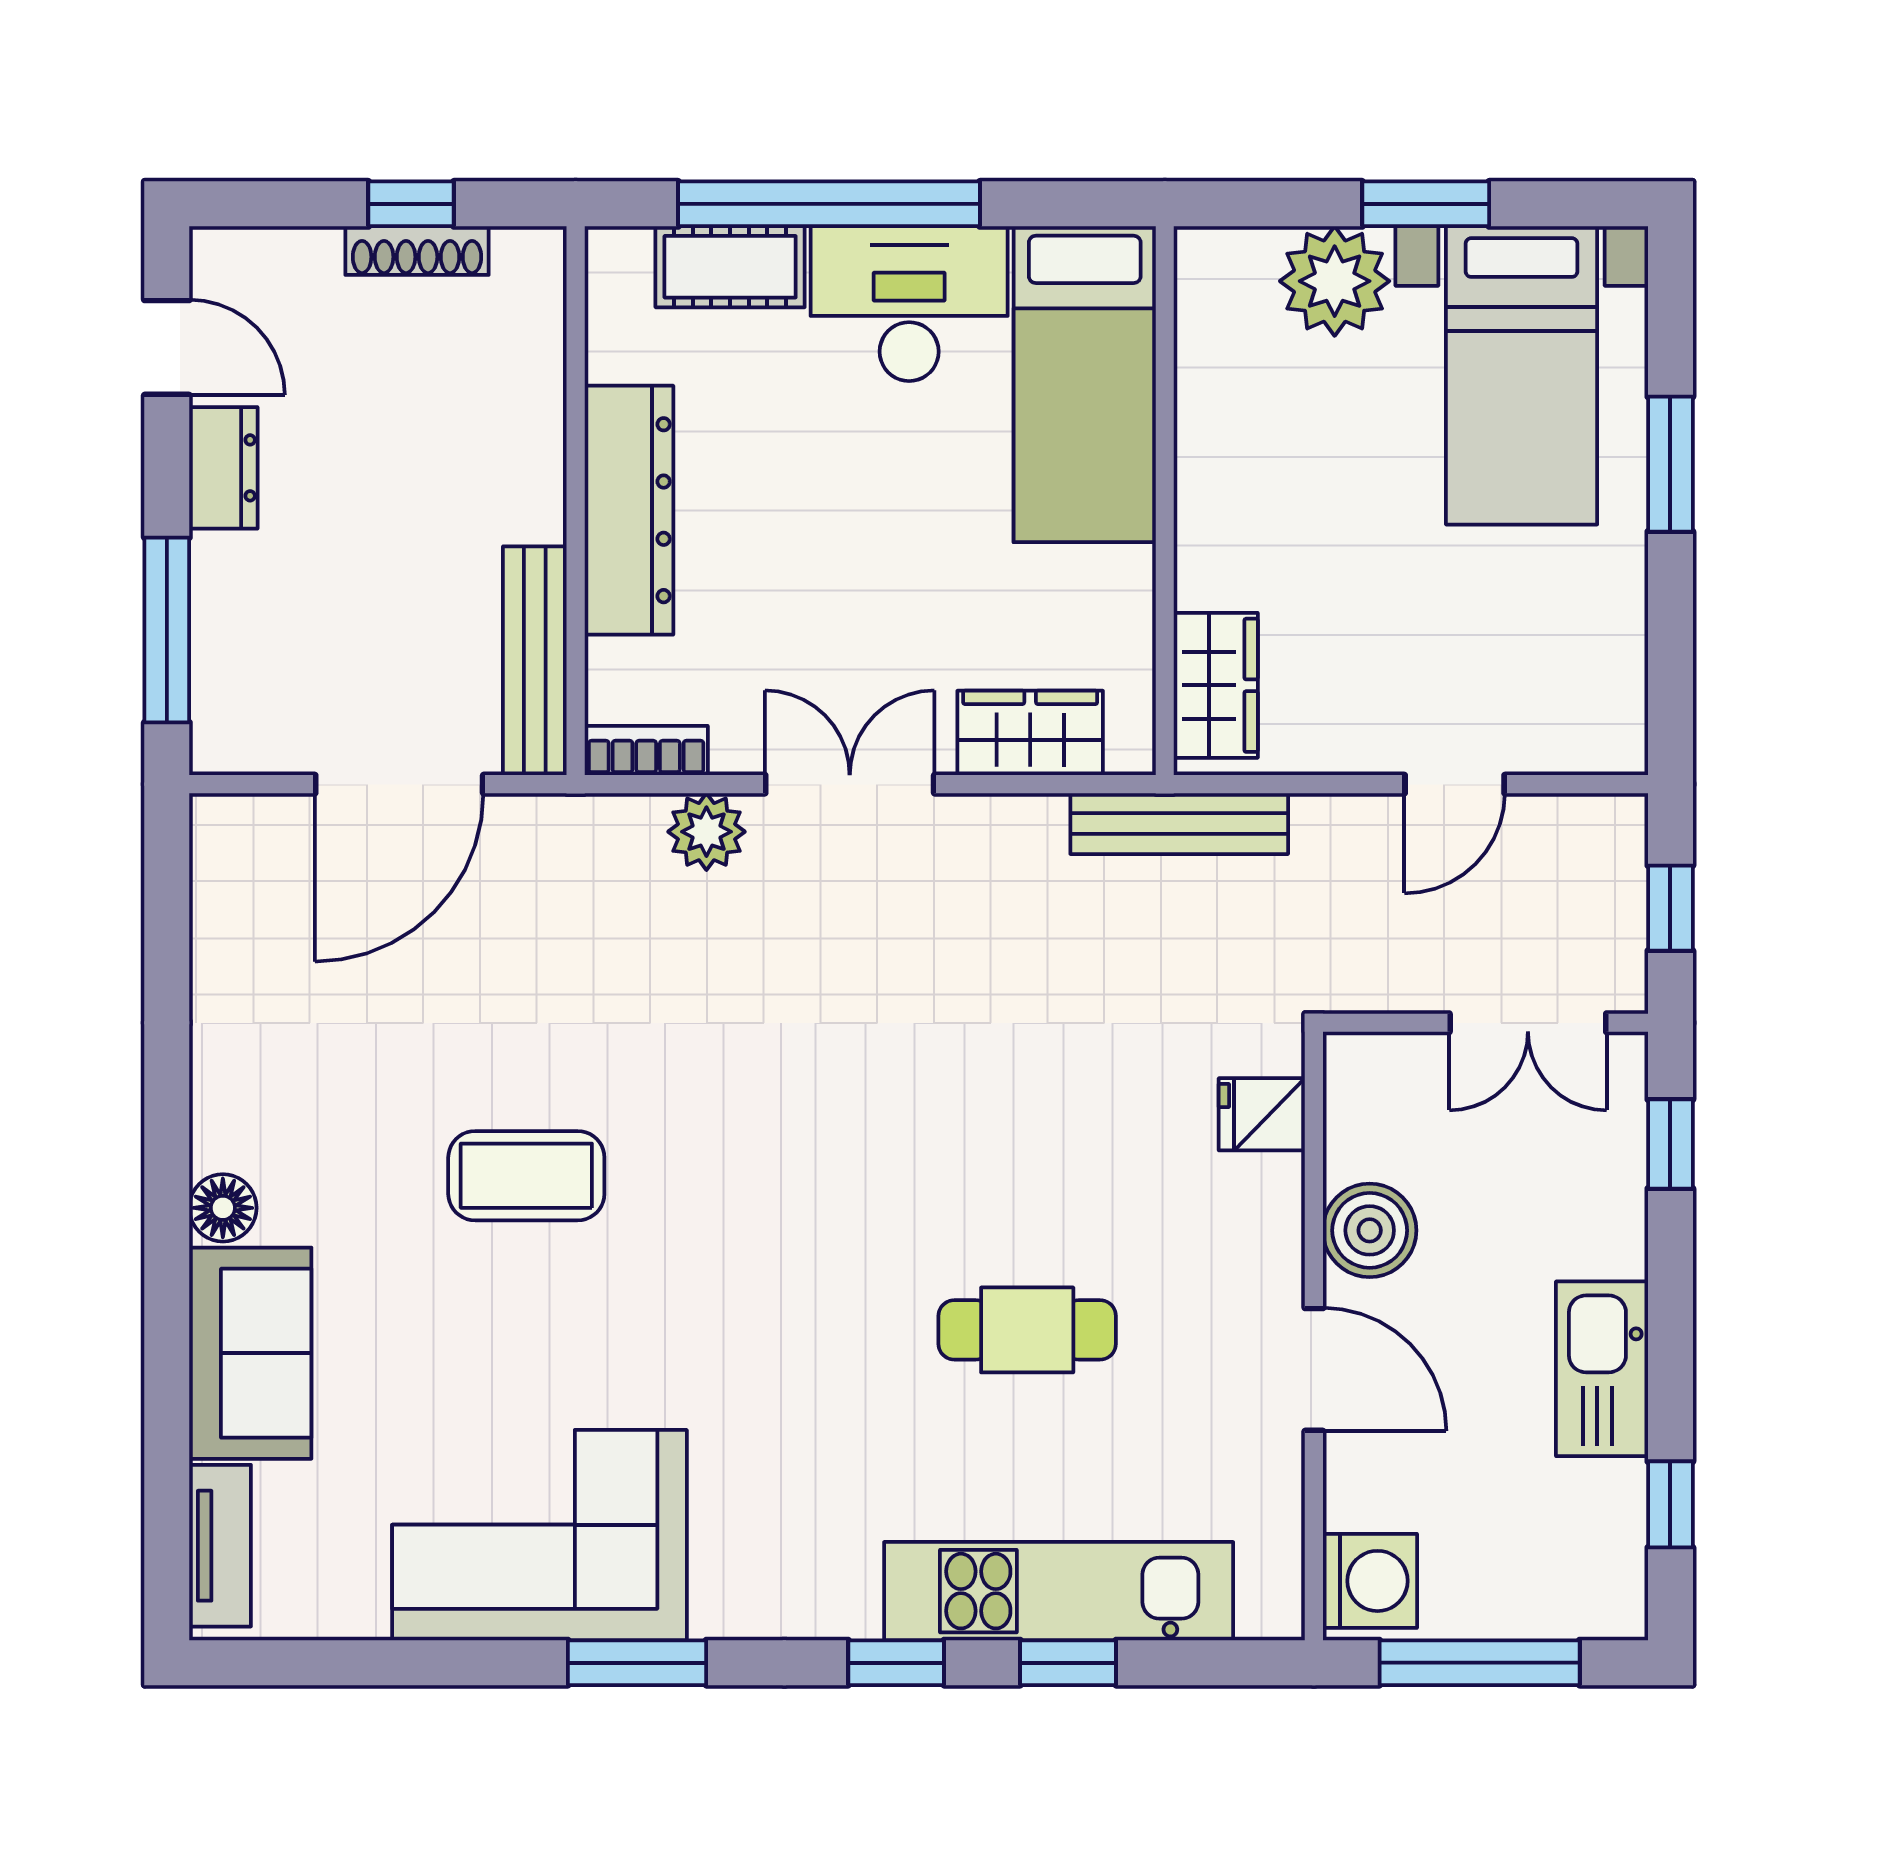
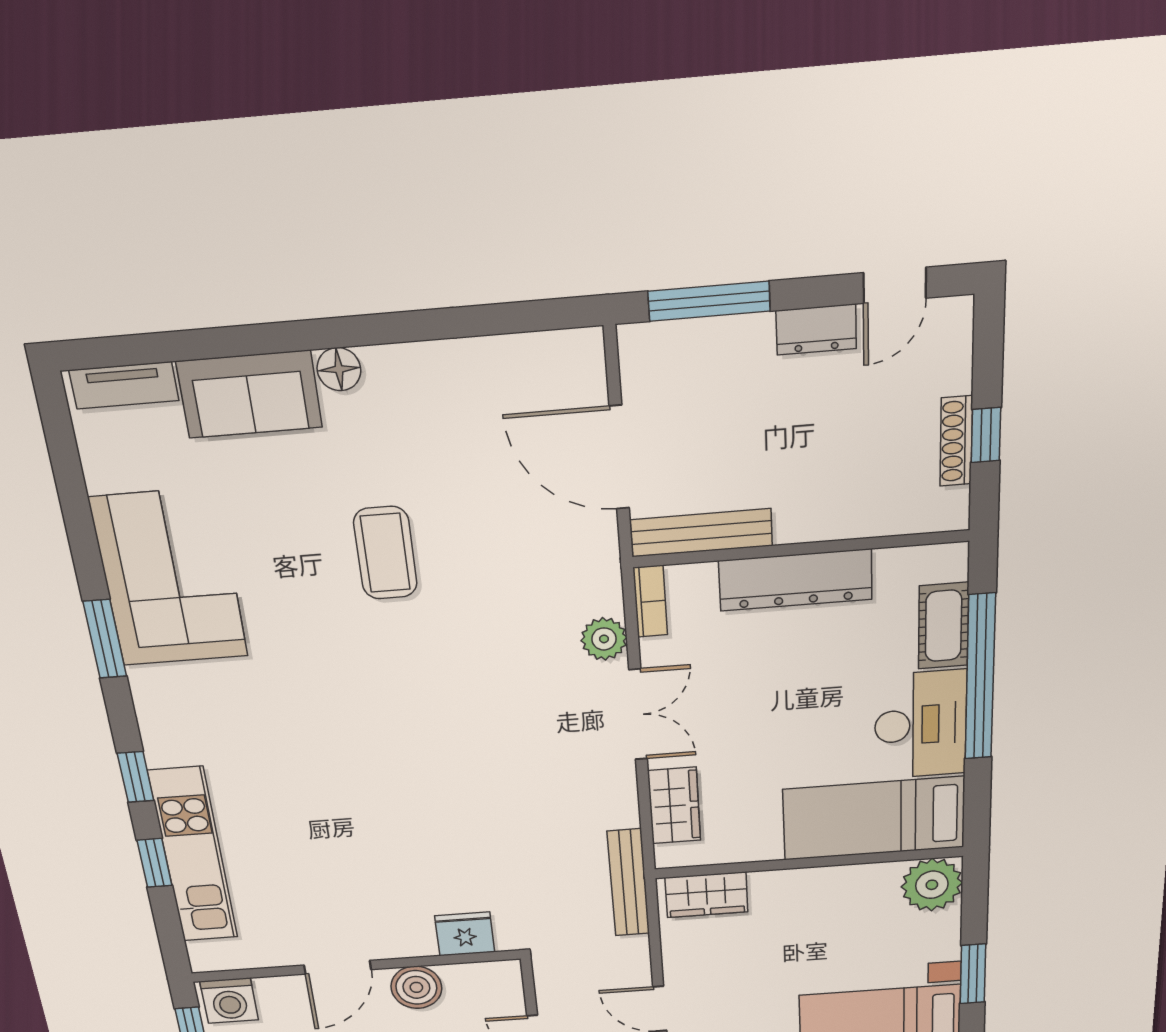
plant: (1335, 281) -> (932, 885), moved
fridge: (1262, 1114) -> (465, 934), width x1.38
cafe table: (1027, 1330) -> (336, 829), removed

